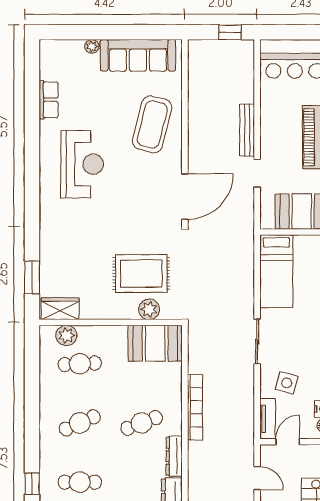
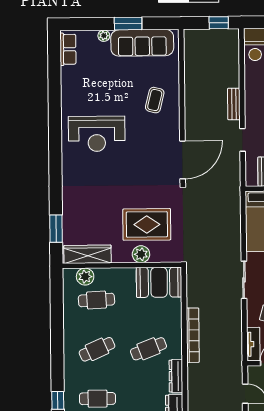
window: (121, 32) -> (128, 24), added
row of seats: (49, 100) -> (68, 49), moved
coffee table: (152, 124) -> (155, 100), width x0.54, depth x0.58
bench: (247, 130) -> (234, 104), width x0.73
reception desk: (82, 164) -> (97, 134), turned 90
wardrobe: (60, 309) -> (88, 254), width x1.50
plant: (149, 309) -> (141, 254), moved

